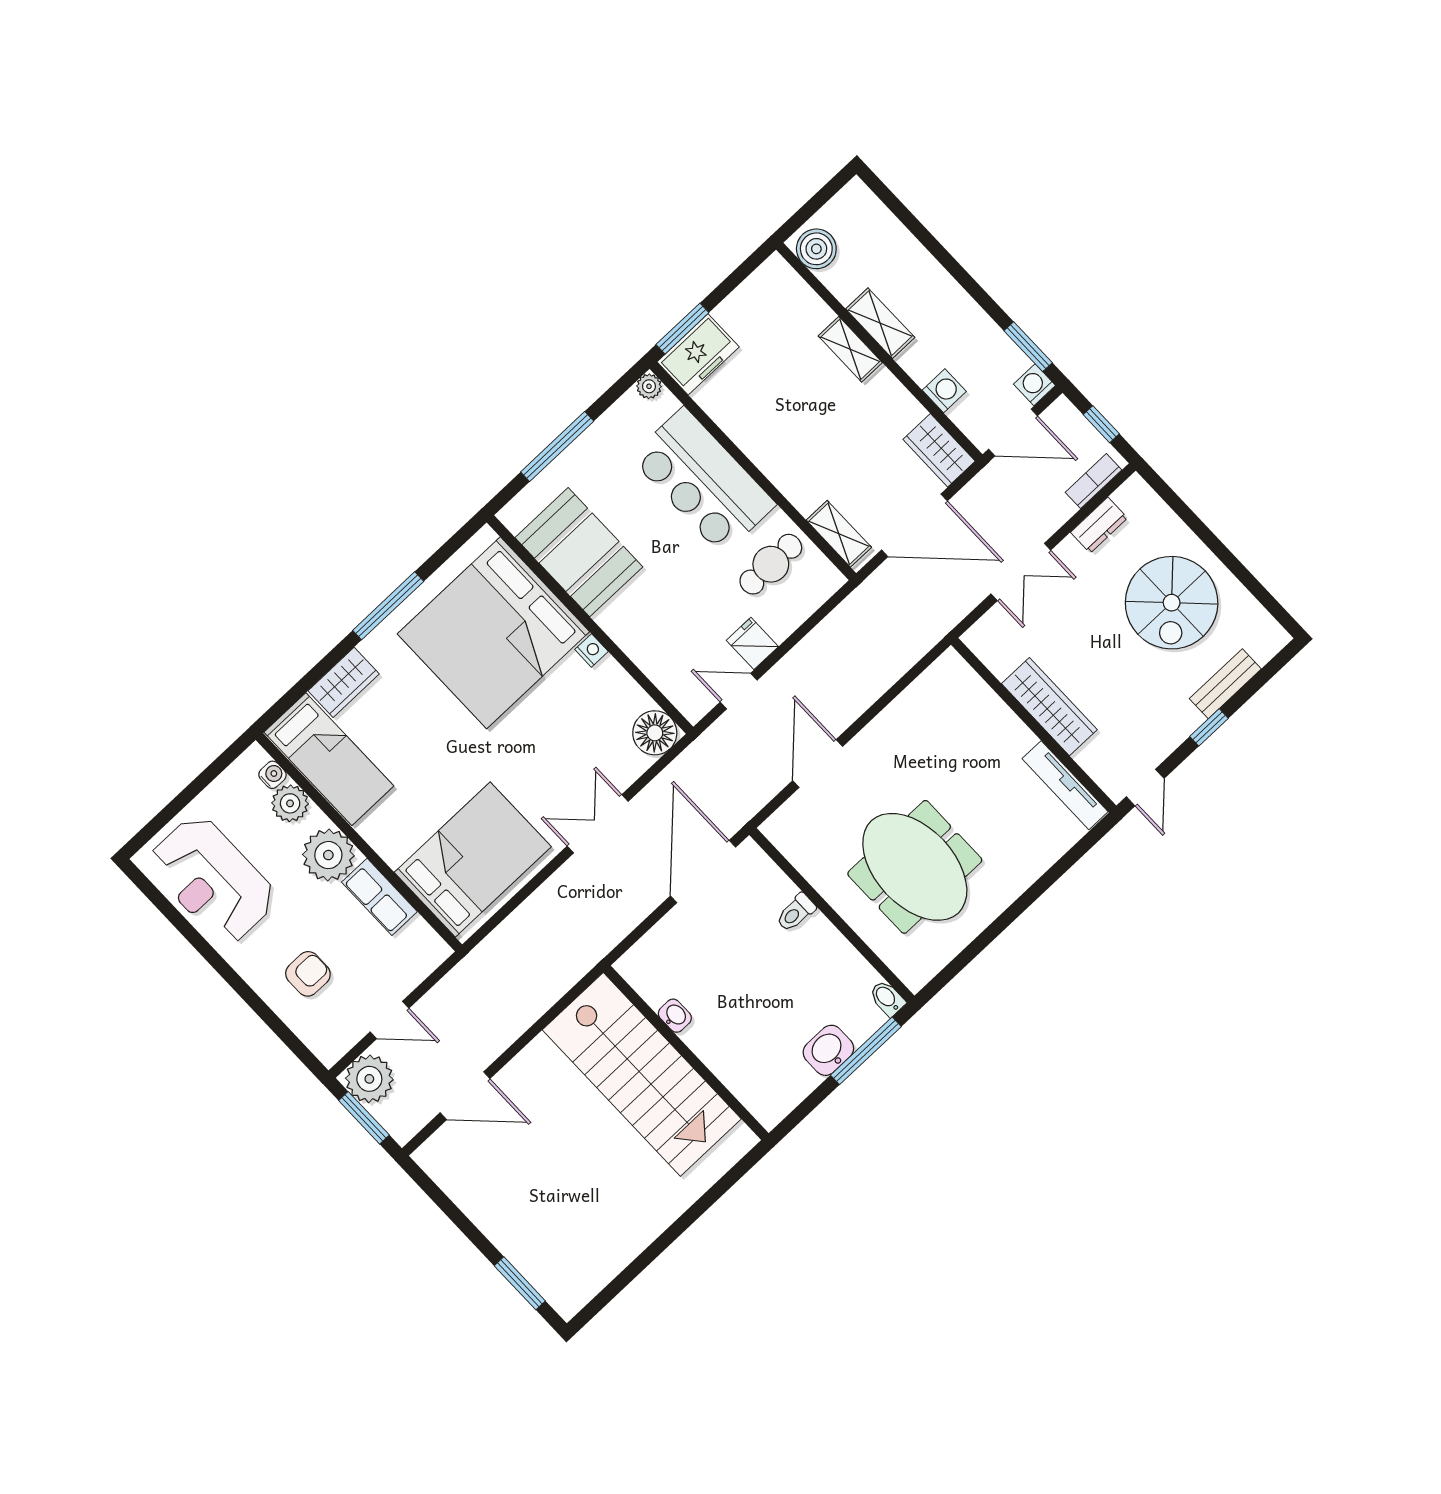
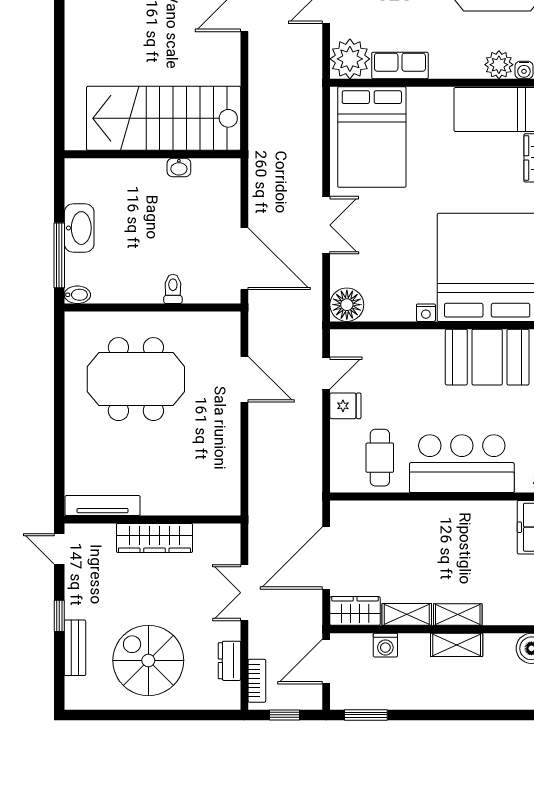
washing machine: (1034, 385) -> (341, 698), removed
shelving: (839, 534) -> (407, 614), moved
plant: (328, 855) -> (350, 59), moved
washbasin: (828, 1050) -> (79, 228), width x1.38

